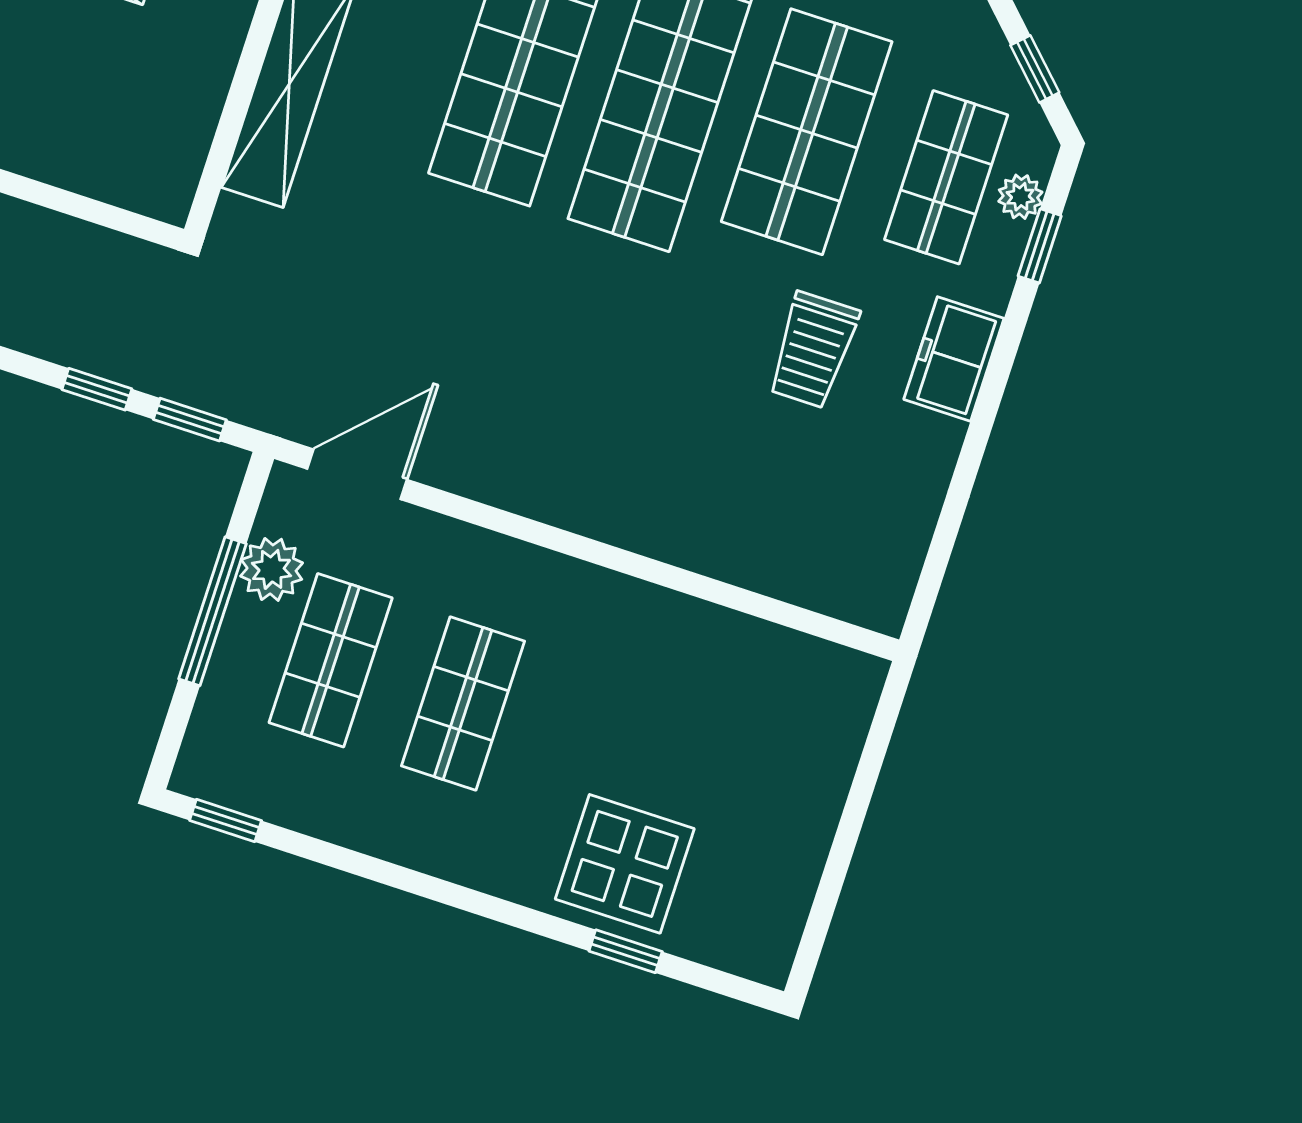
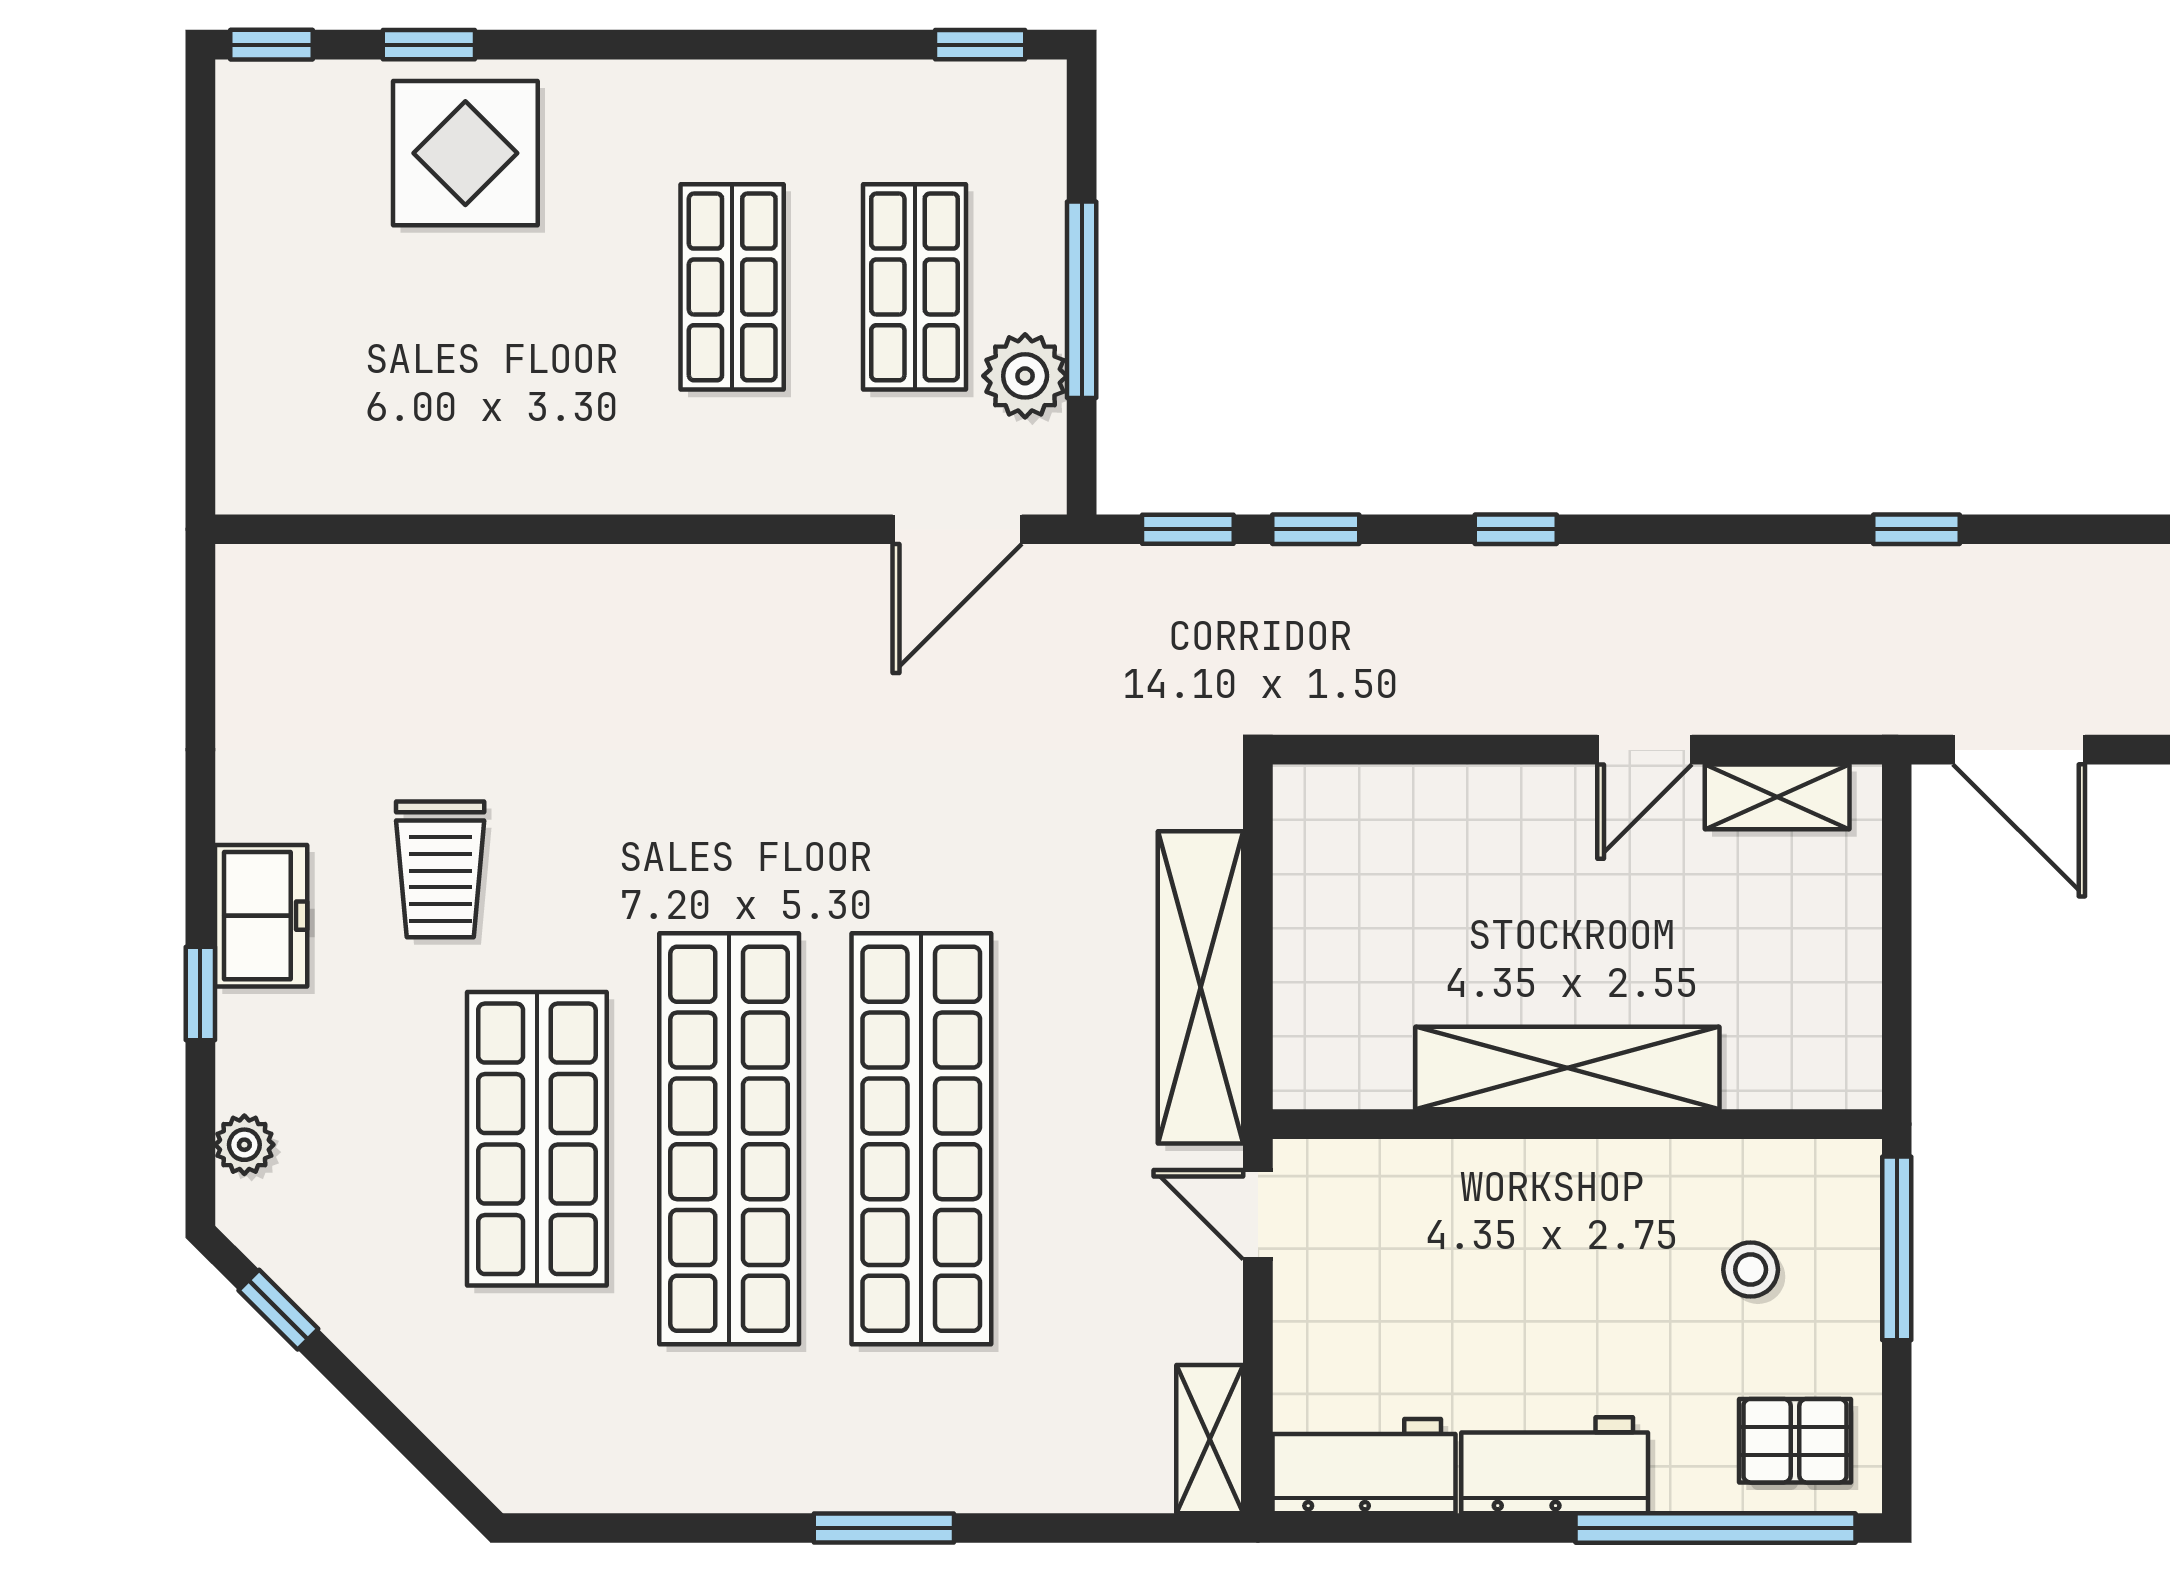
shop shelf: (946, 177) -> (345, 1139), removed
window: (1040, 246) -> (200, 993), moved
trolley: (813, 350) -> (440, 869), turned 180
window: (740, 989) -> (271, 45), added

